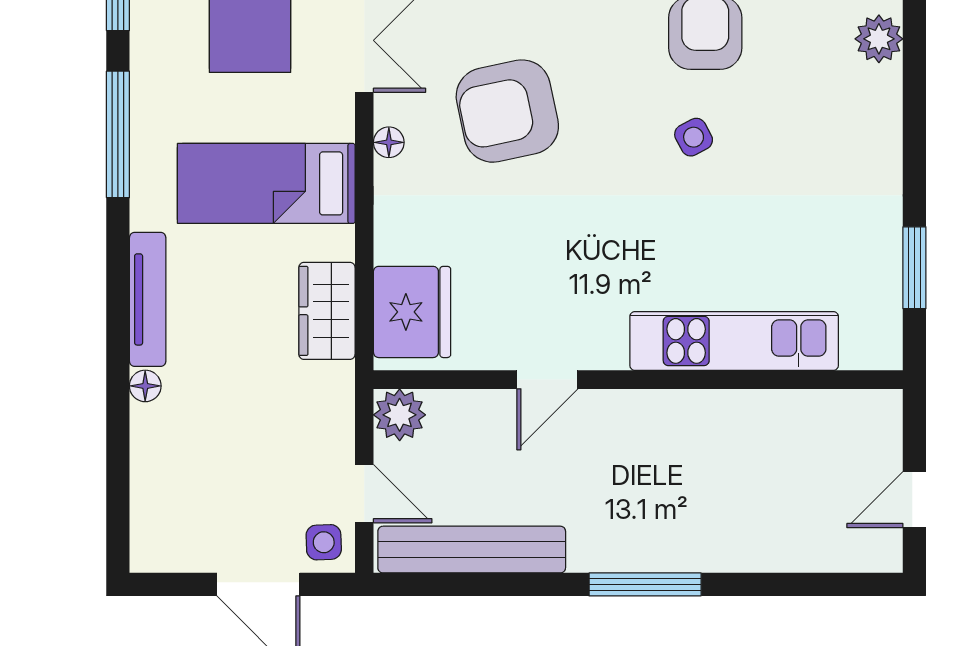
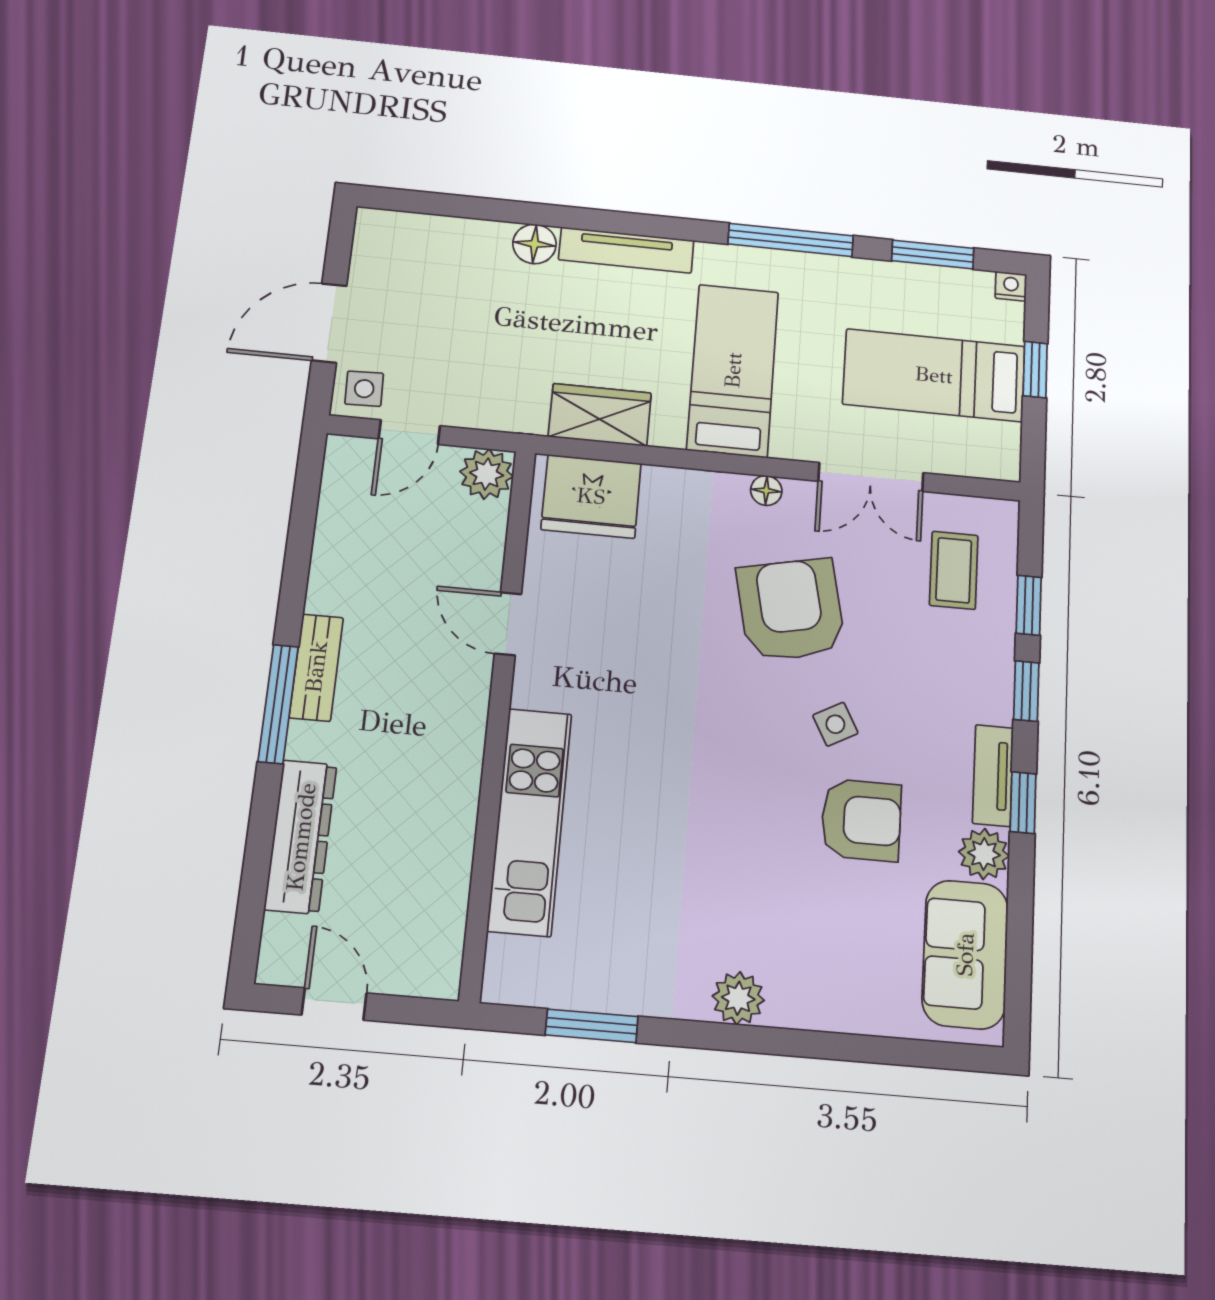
plant: (879, 39) -> (738, 998), moved
side table: (694, 137) -> (835, 724), moved
floor lamp: (145, 386) -> (534, 244), width x1.37, depth x1.37
dresser: (767, 548) -> (301, 837), added
bench: (472, 550) -> (316, 667), moved, width x0.54, depth x0.82

